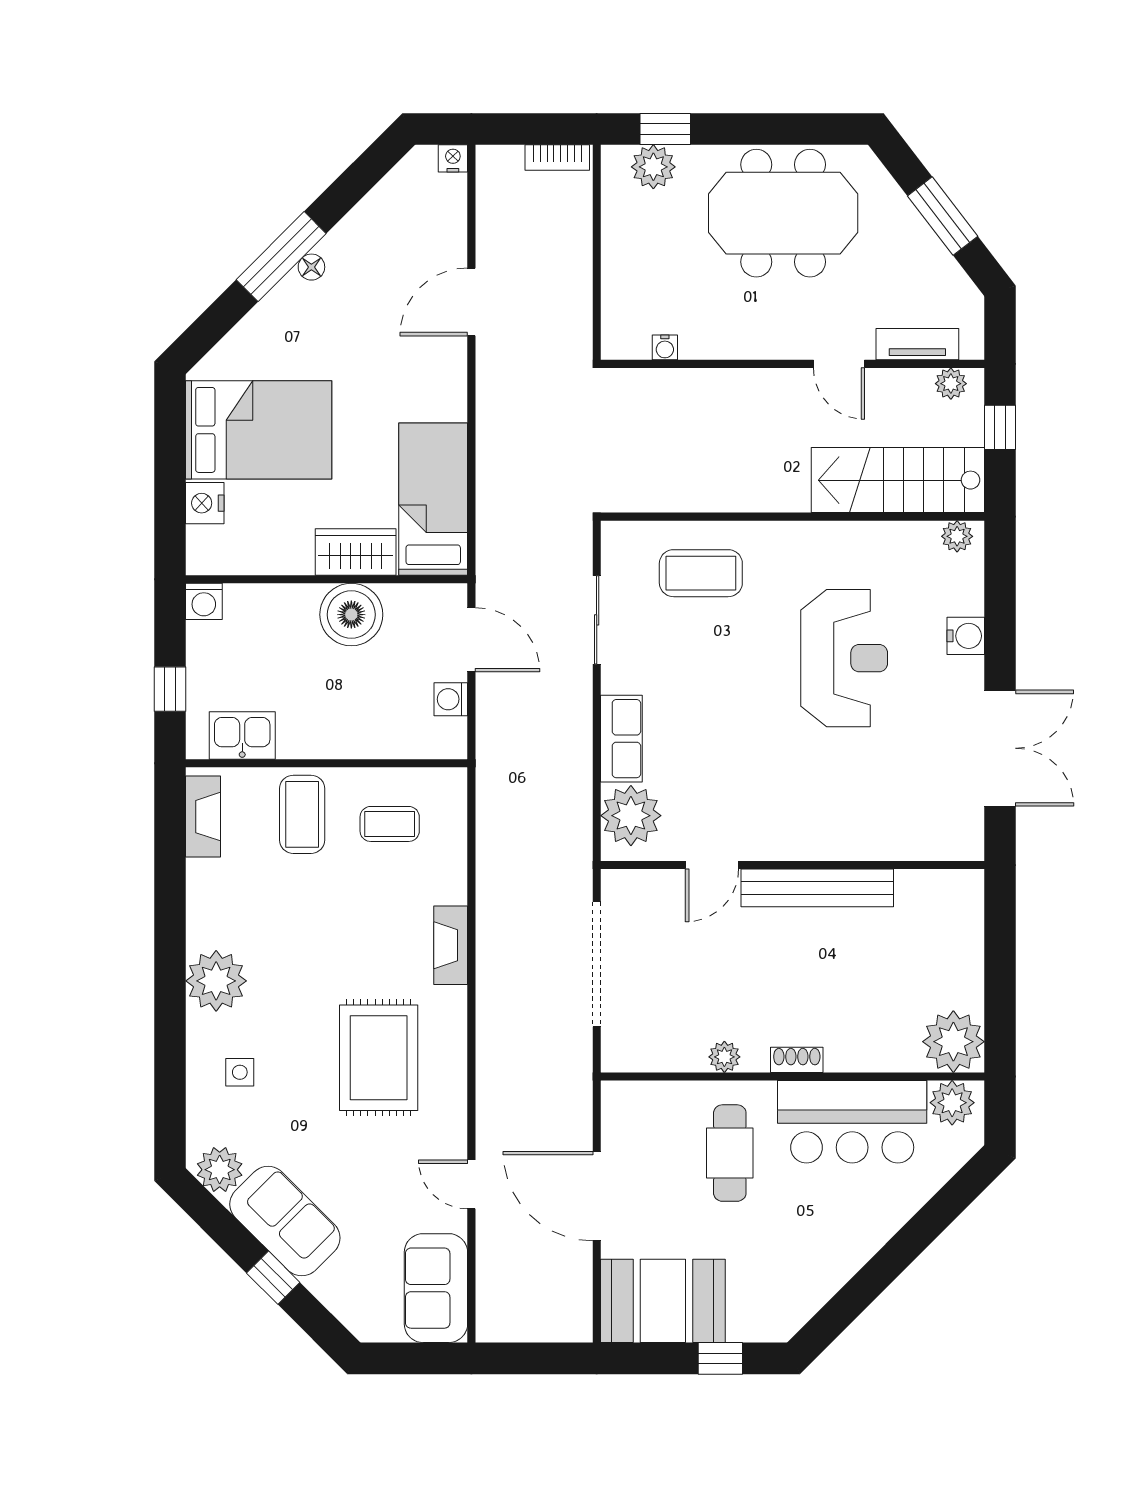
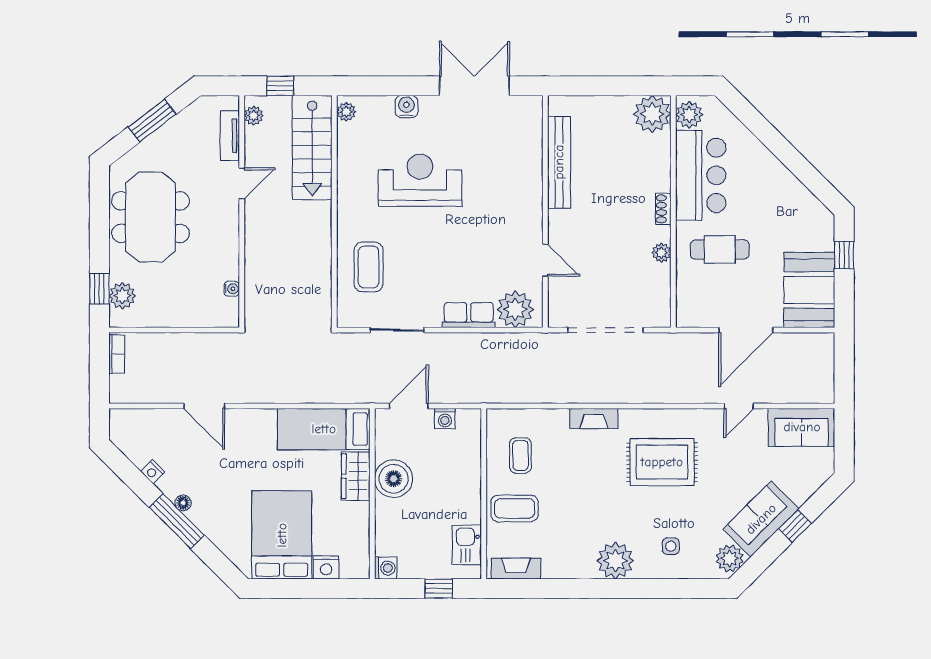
nightstand: (453, 158) -> (153, 472), moved, turned -45
bench: (817, 888) -> (559, 162), moved

